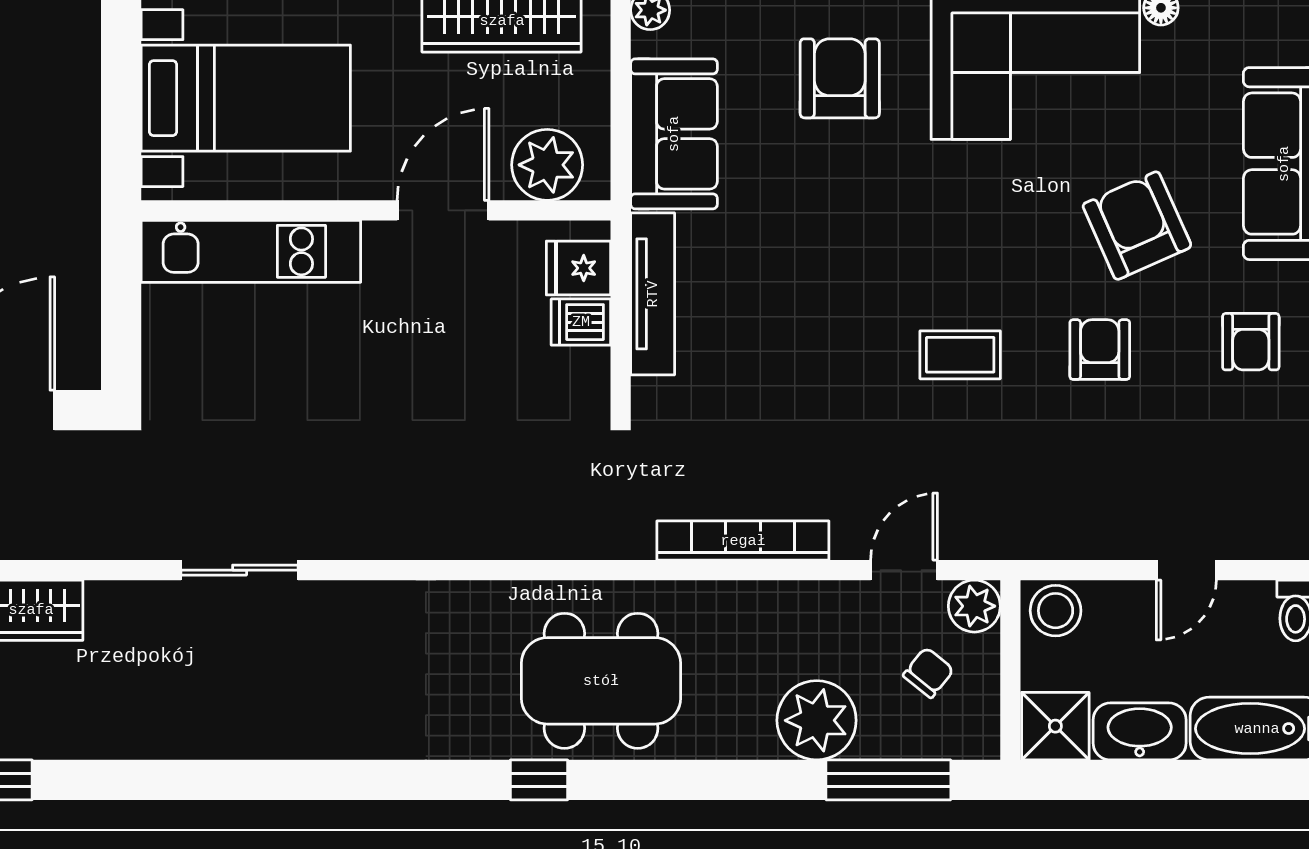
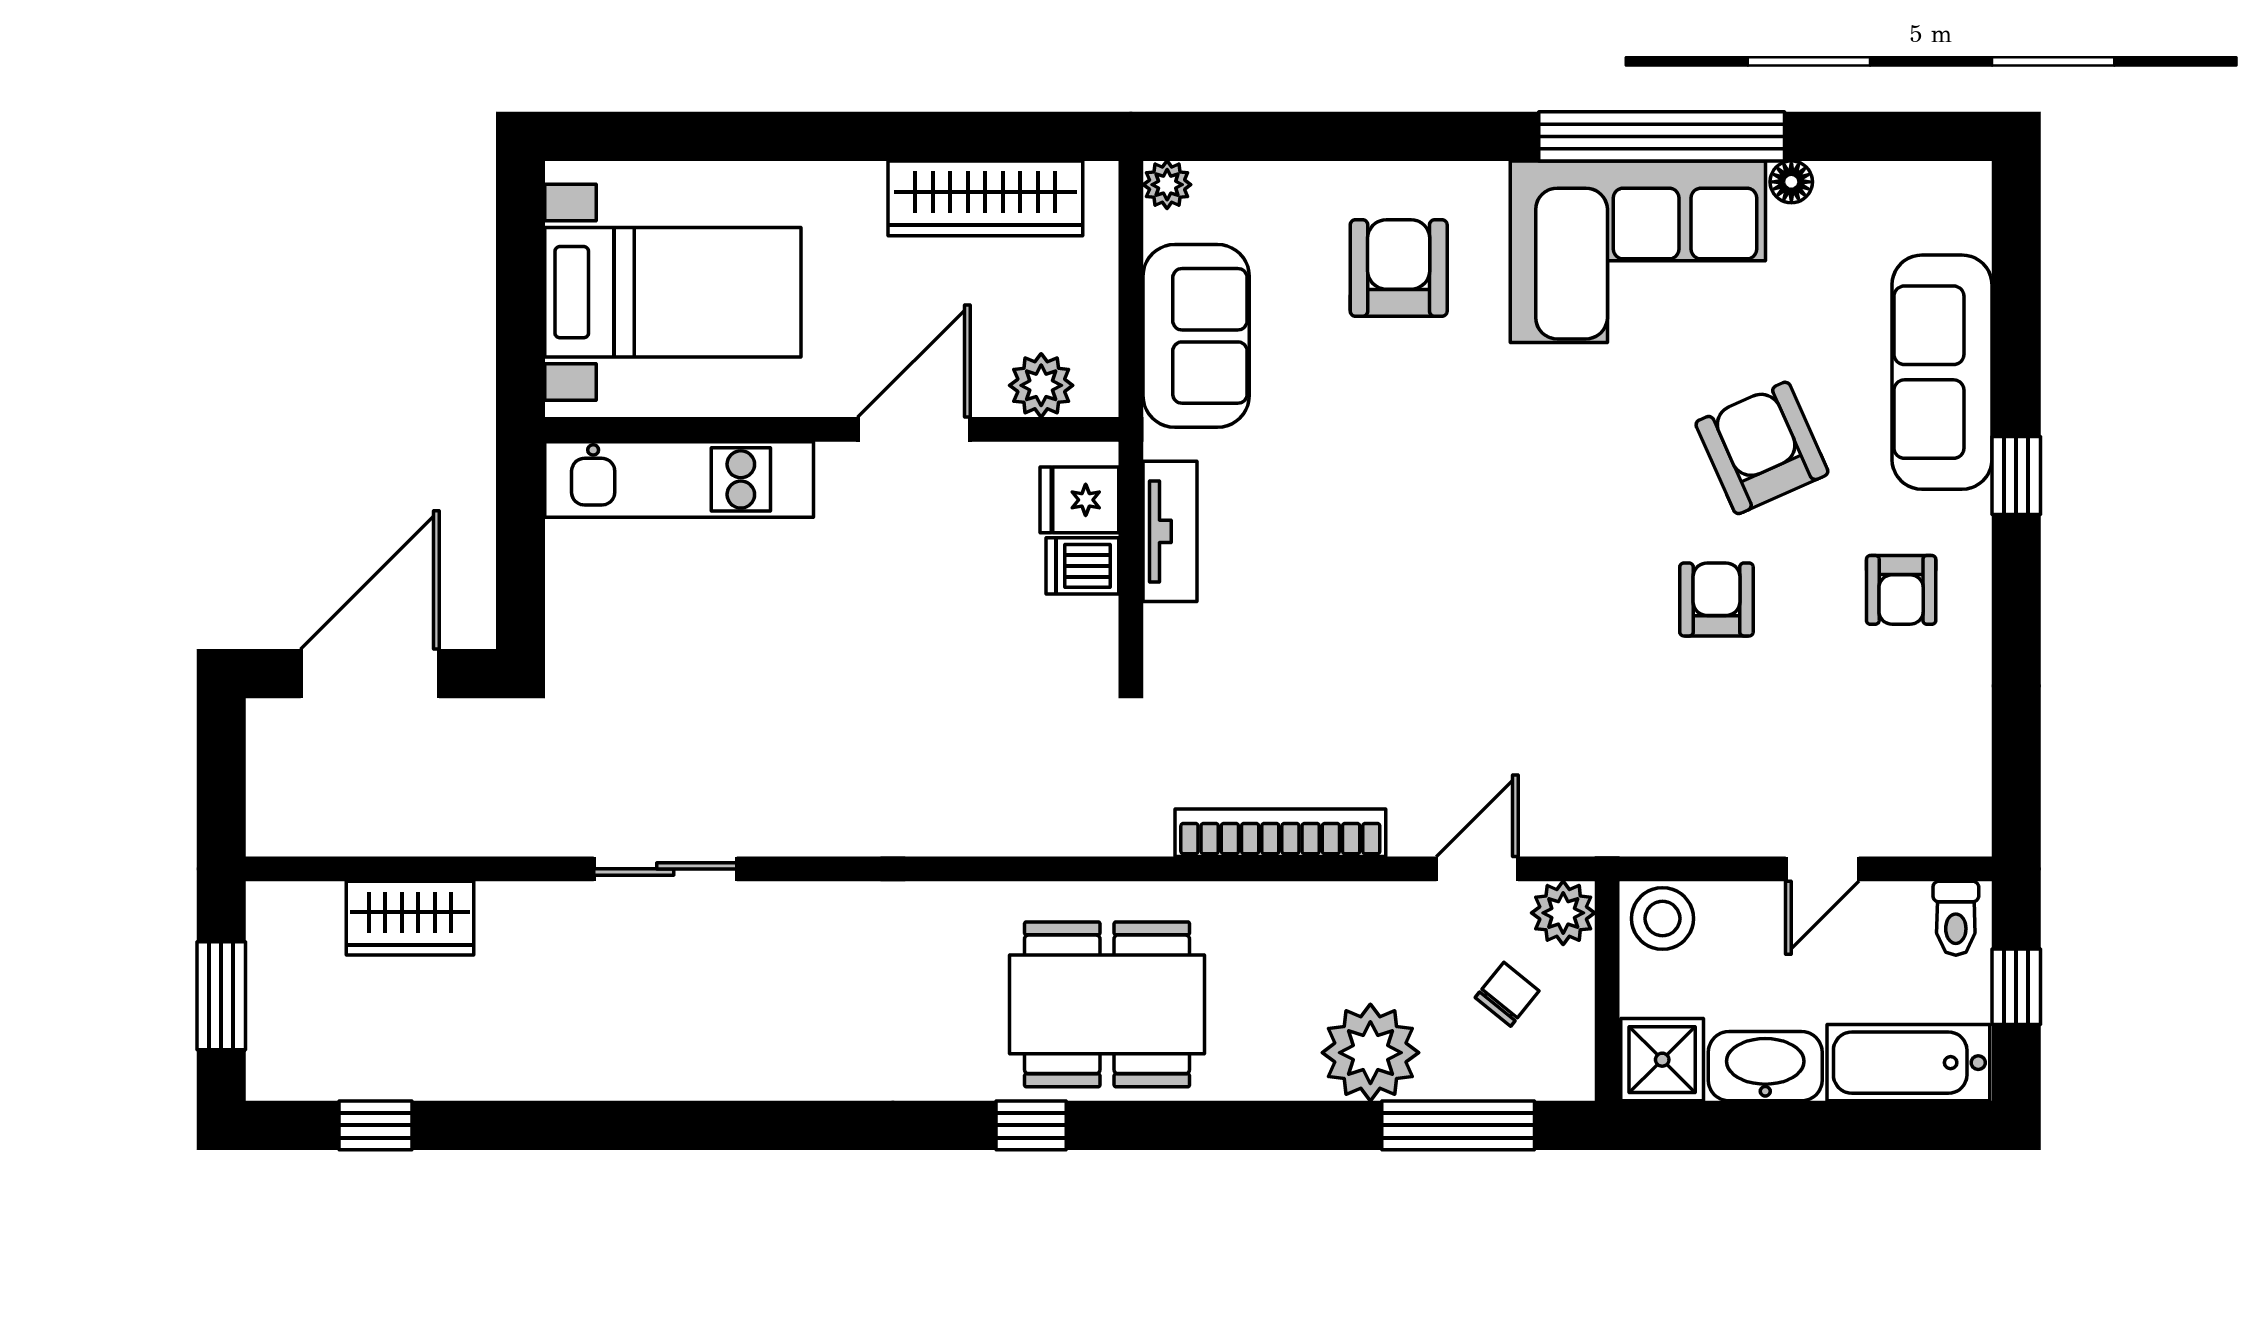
plant: (547, 165) -> (1041, 385), width x0.73, depth x0.73
tv unit: (653, 294) -> (1170, 531), width x0.71
coffee table: (960, 355) -> (1546, 606), removed

